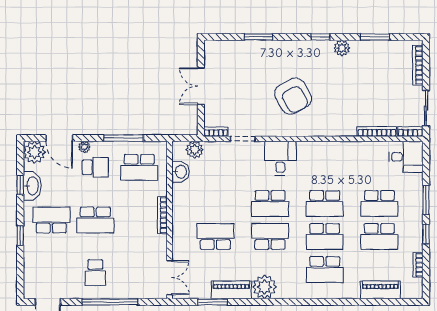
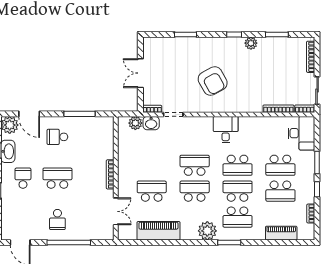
plant: (84, 147) -> (49, 121), removed
desk: (406, 157) -> (301, 133), width x1.37
desk: (280, 158) -> (226, 130), moved
school desk: (95, 167) -> (57, 137), turned 180
school desk: (139, 167) -> (92, 137), removed
washbasin: (181, 172) -> (151, 123), moved, turned 90
school desk: (270, 203) -> (195, 165), turned 180
school desk: (51, 220) -> (23, 178), width x0.54
school desk: (95, 220) -> (57, 178), turned 180
school desk: (325, 236) -> (238, 191), turned 180
double door: (170, 278) -> (116, 211), moved
plant: (264, 287) -> (207, 231), moved
piano: (231, 290) -> (158, 231), width x1.37, depth x1.33
window: (212, 302) -> (229, 242), moved

